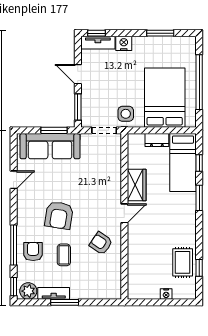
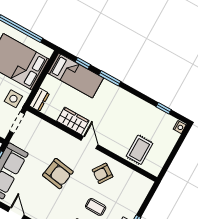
dresser: (157, 140) -> (39, 100), moved
armchair: (59, 215) -> (58, 174), moved
rug: (183, 262) -> (140, 150), moved, turned 90
nightstand: (166, 294) -> (180, 127), moved

